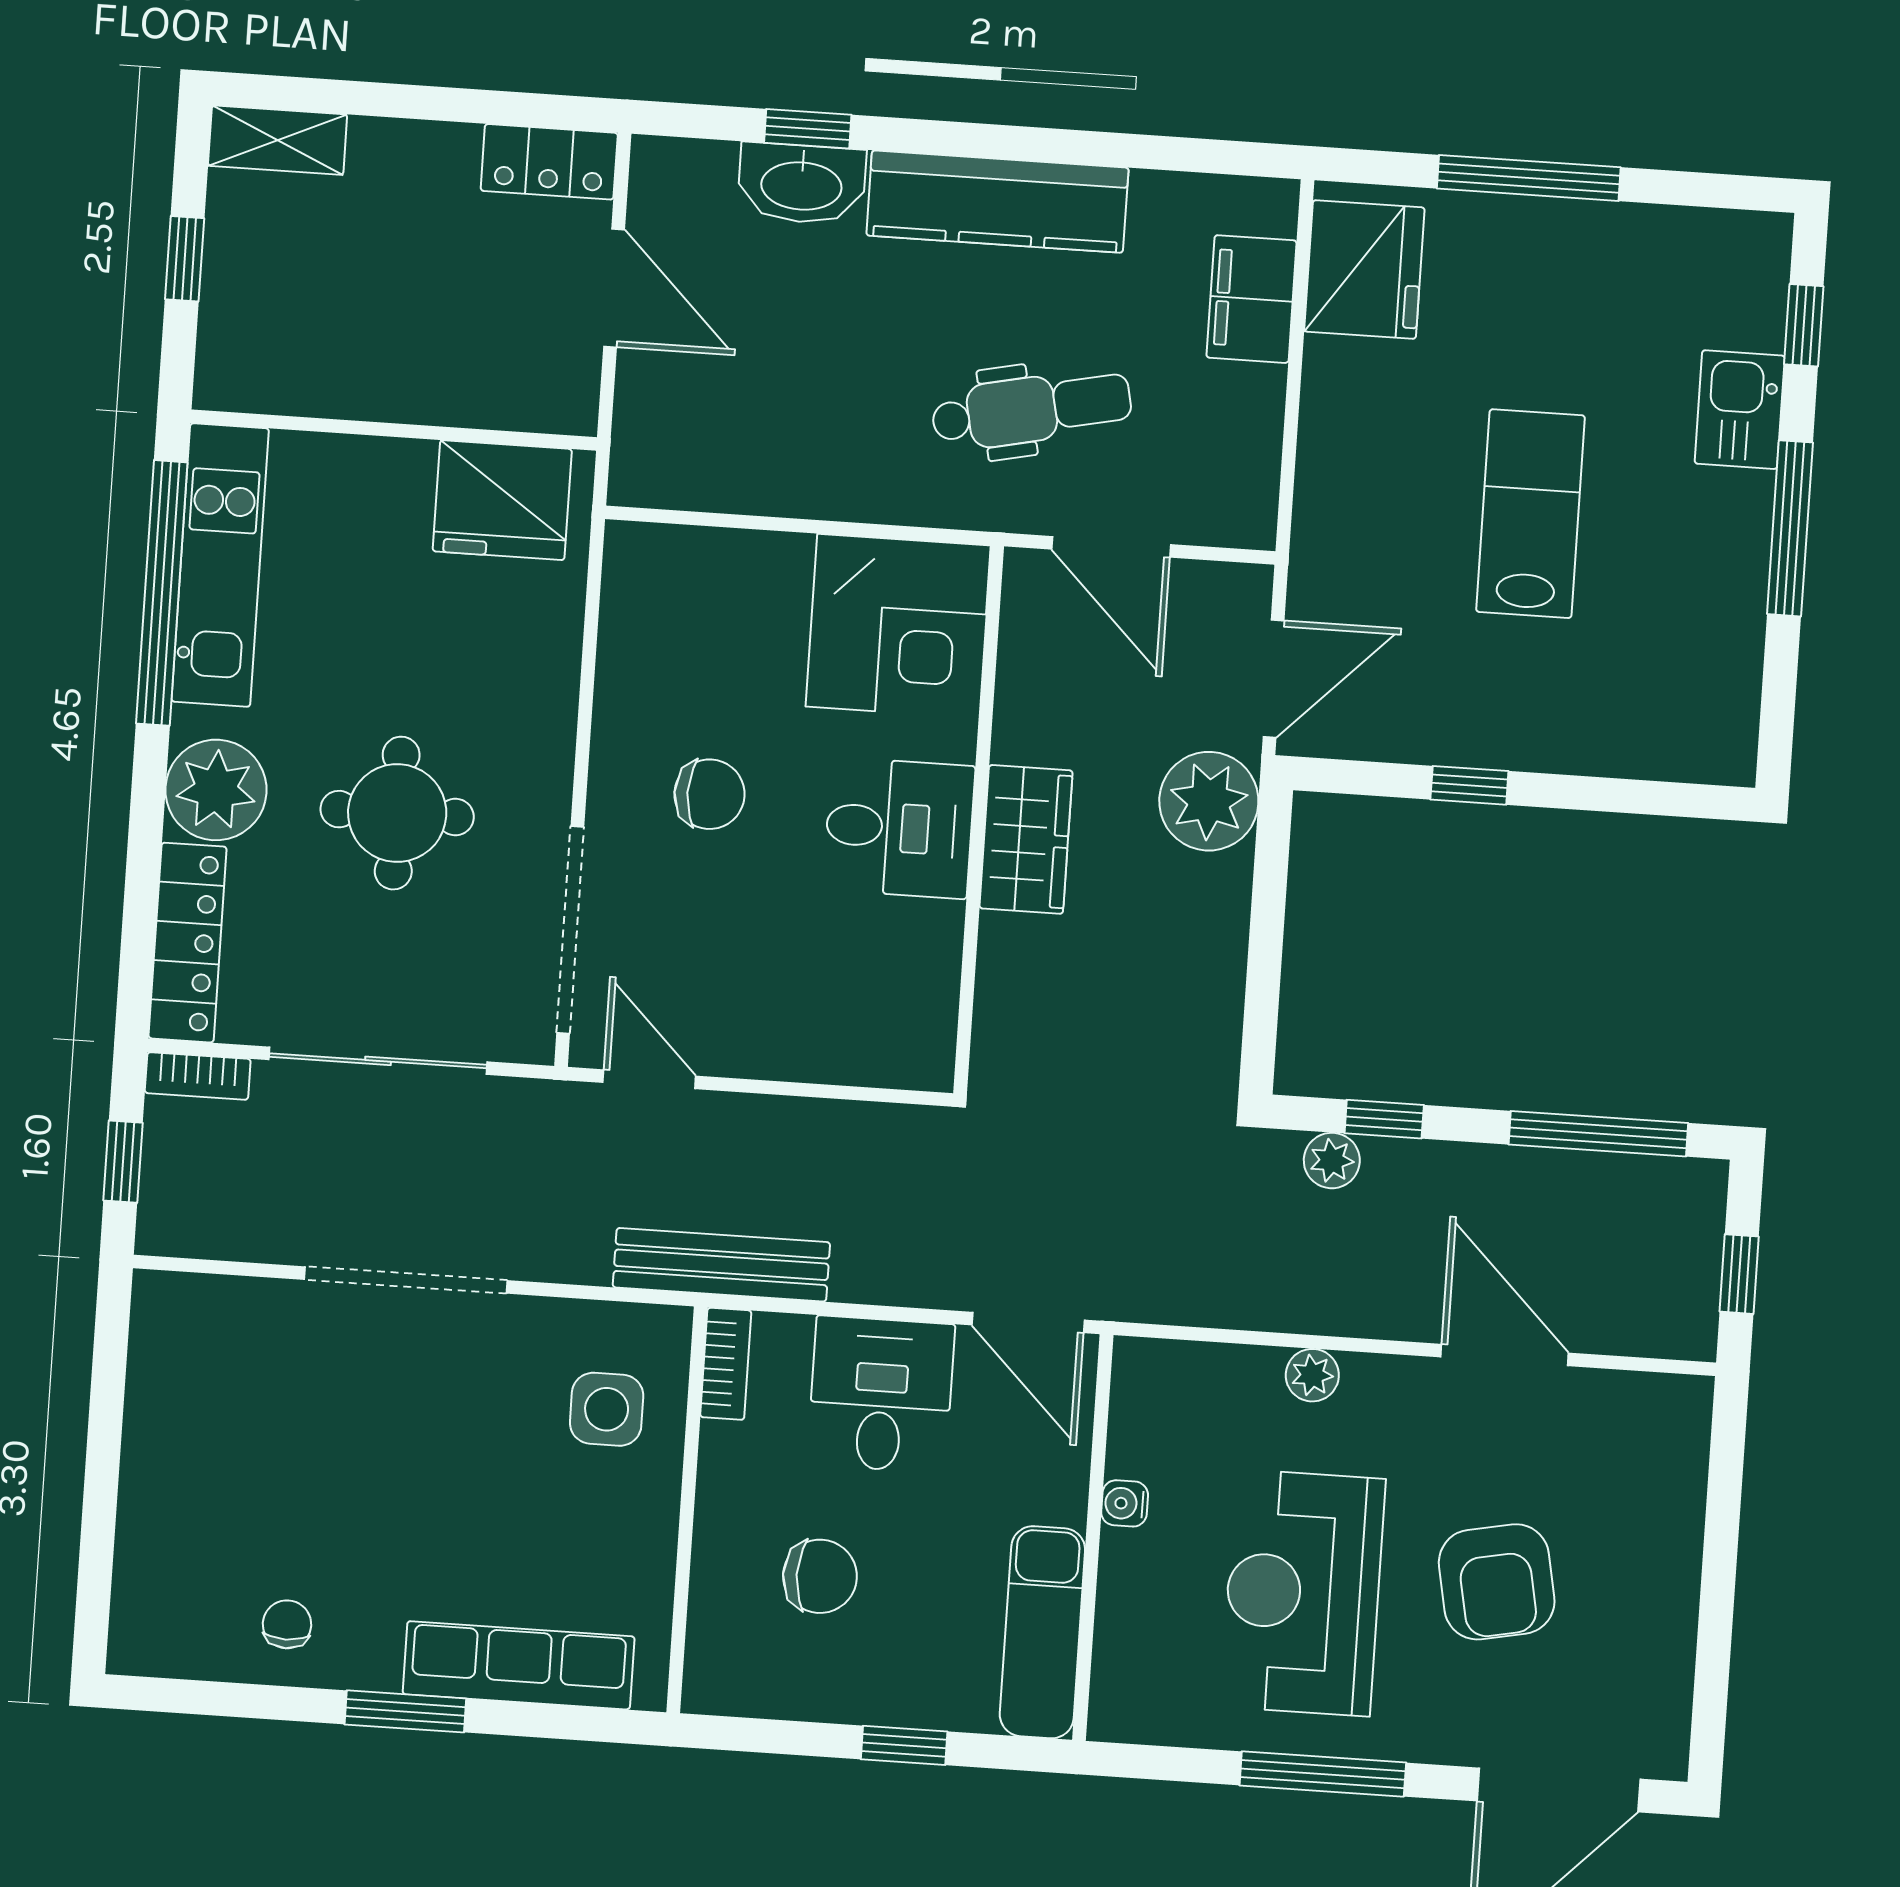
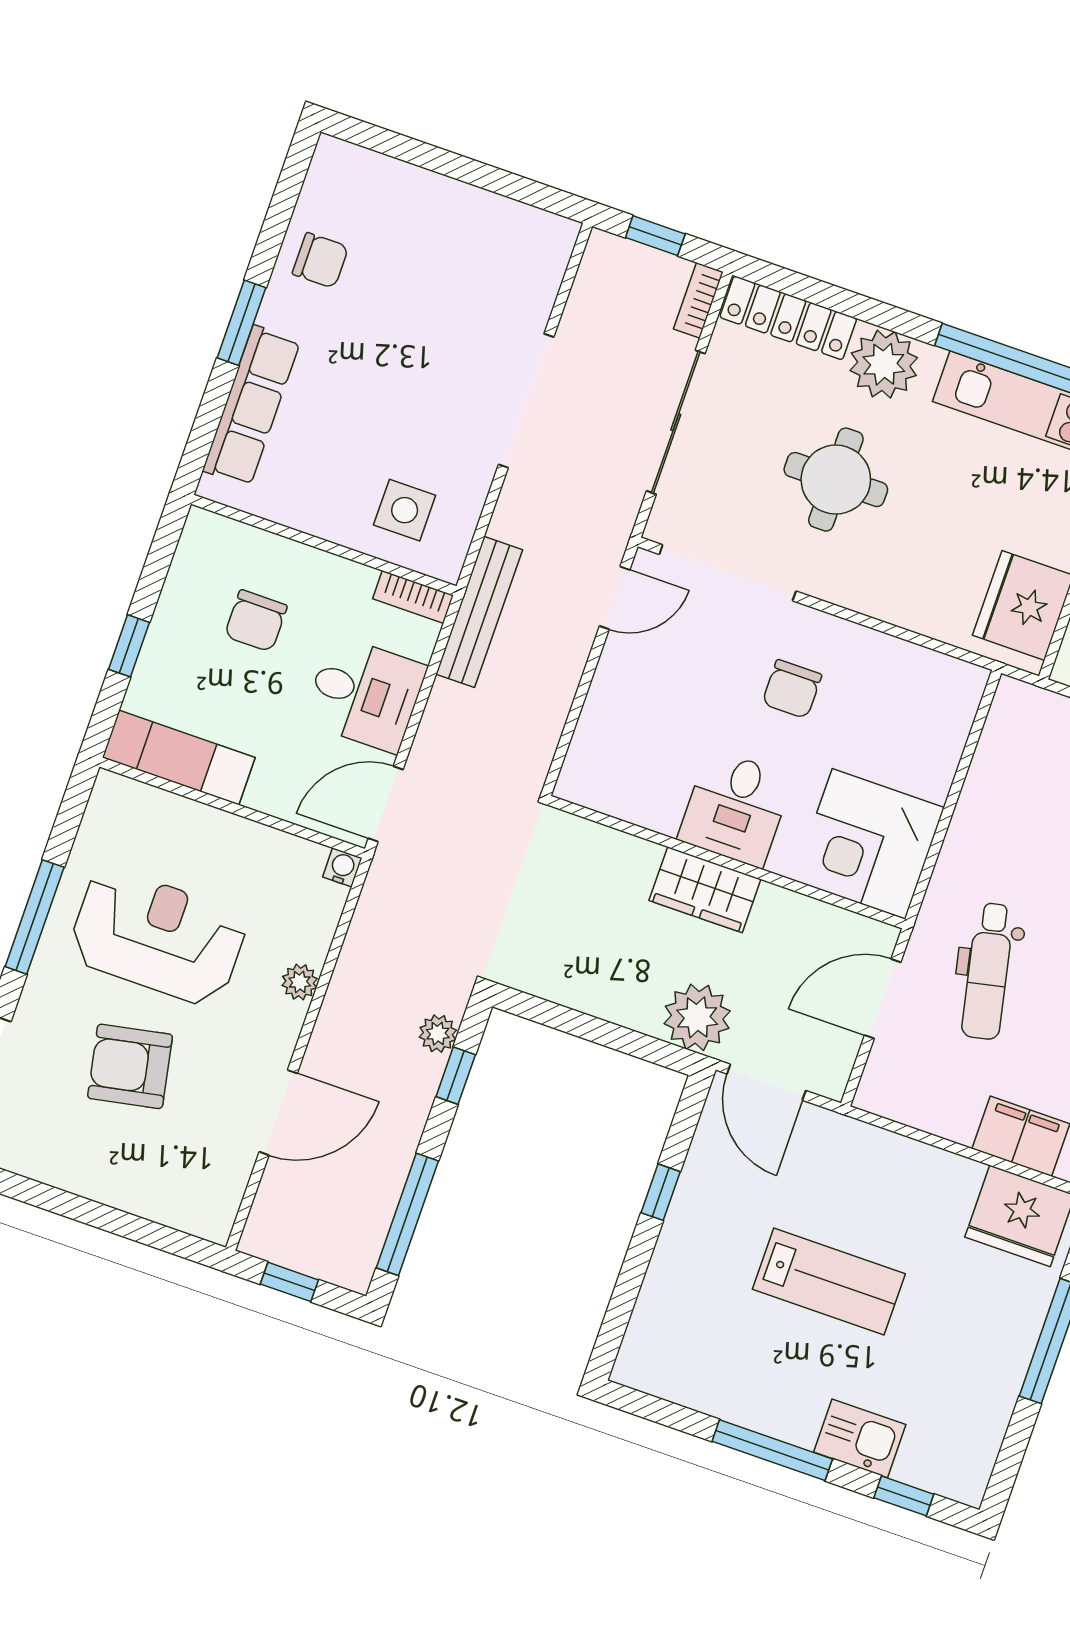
water cooler: (1125, 1503) -> (342, 867), moved
chair: (287, 1624) -> (320, 260), width x1.37, depth x1.37

